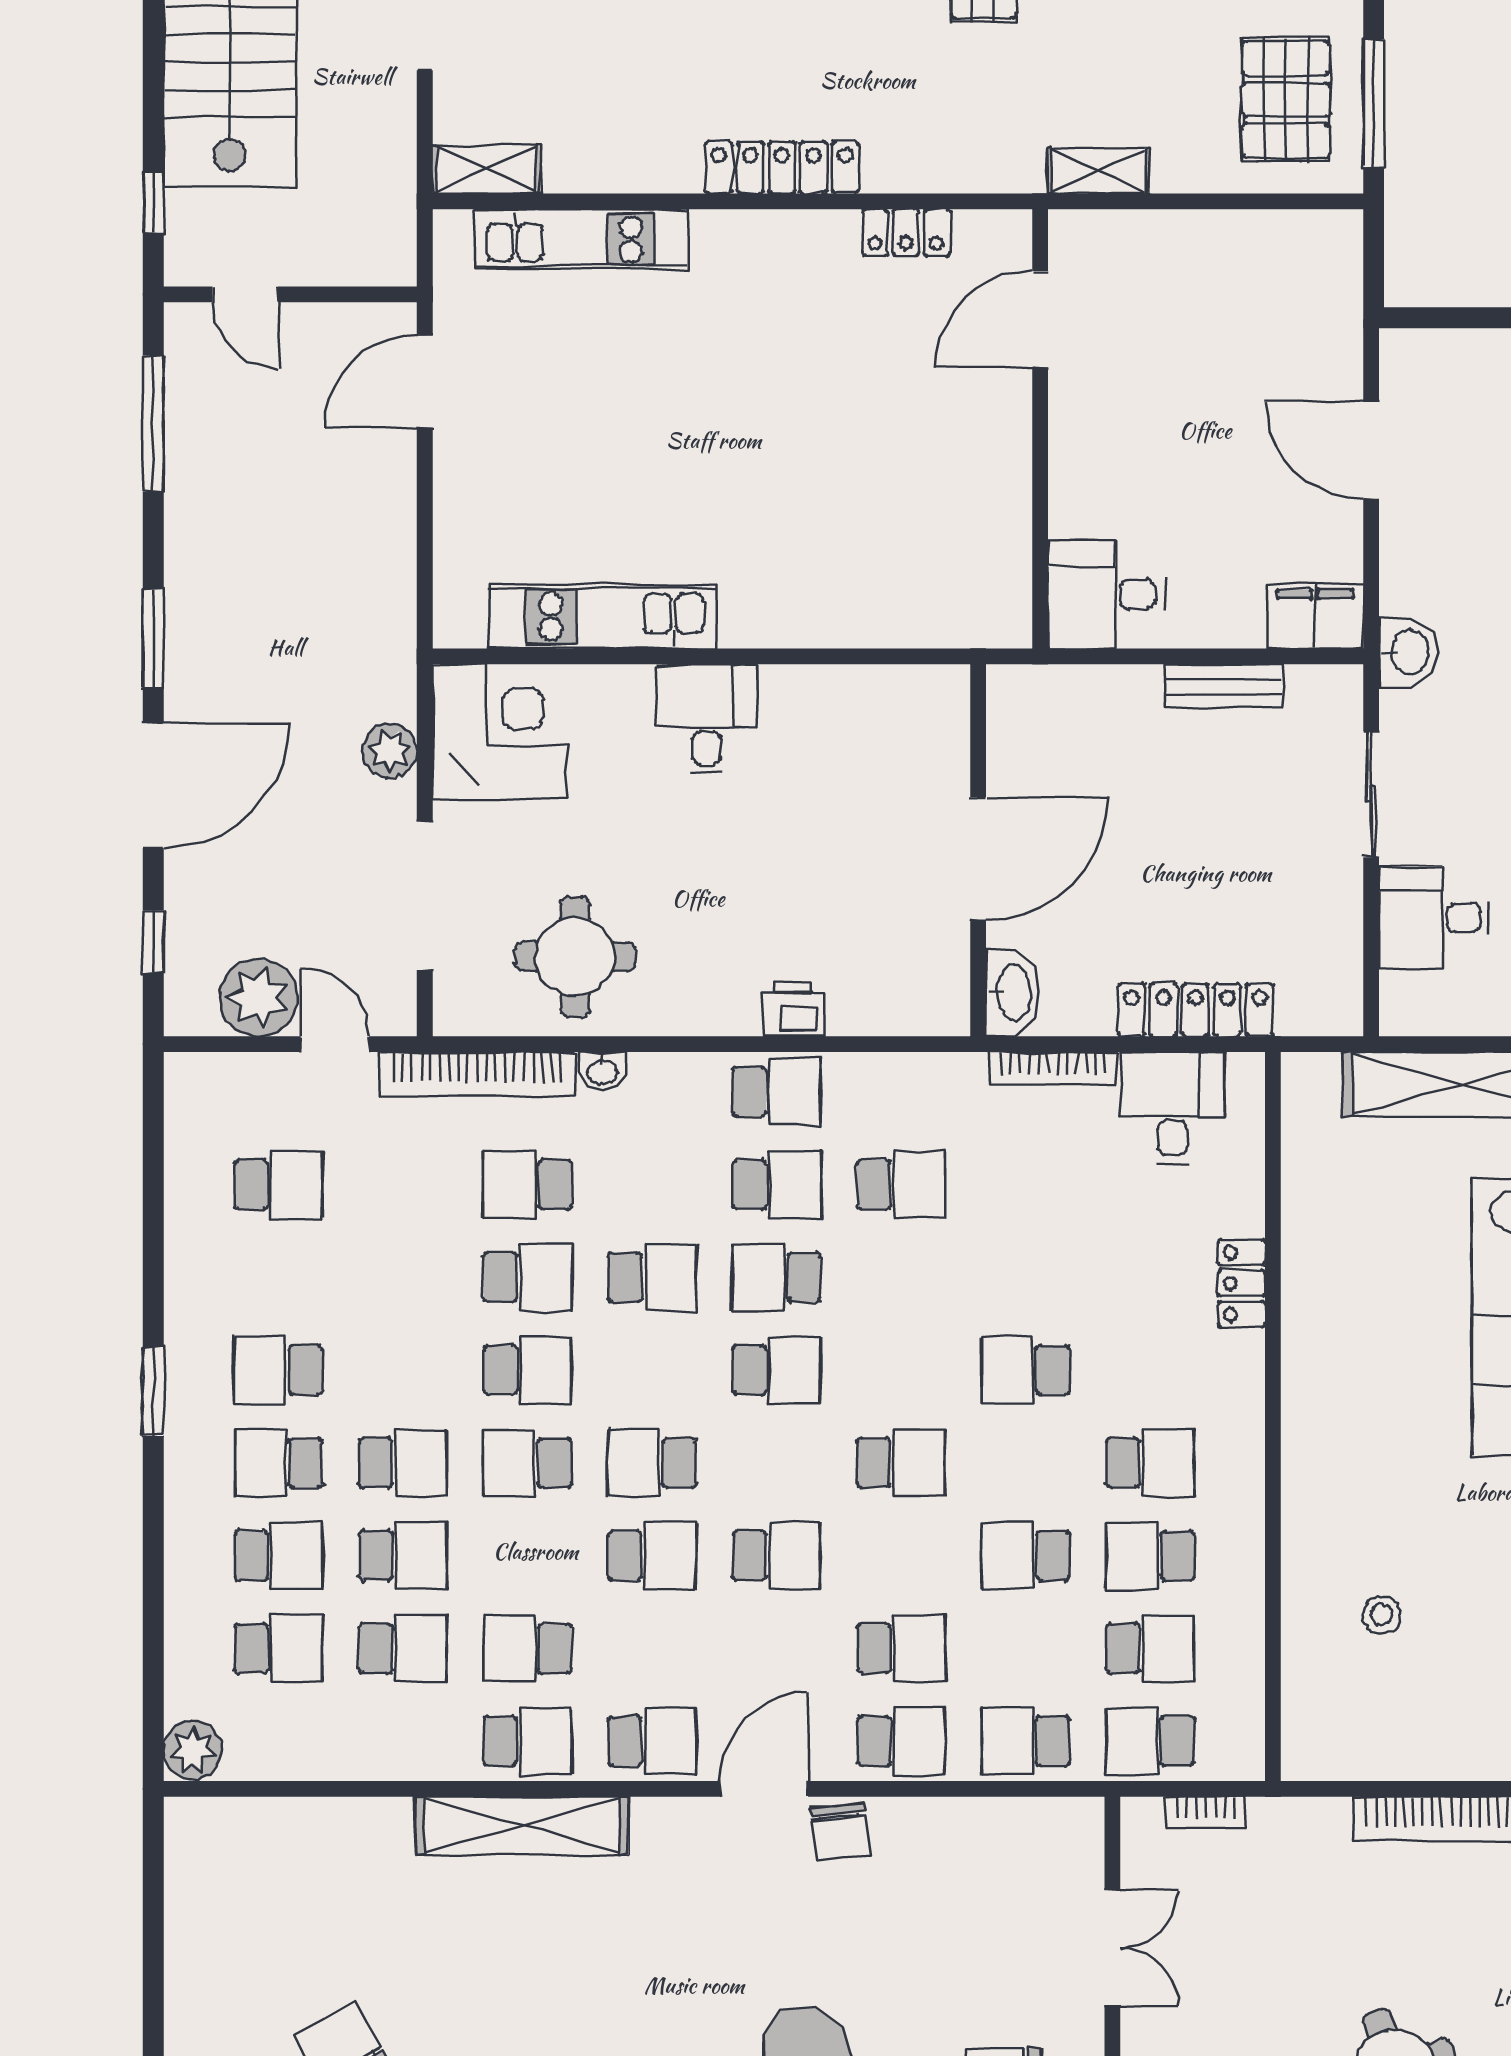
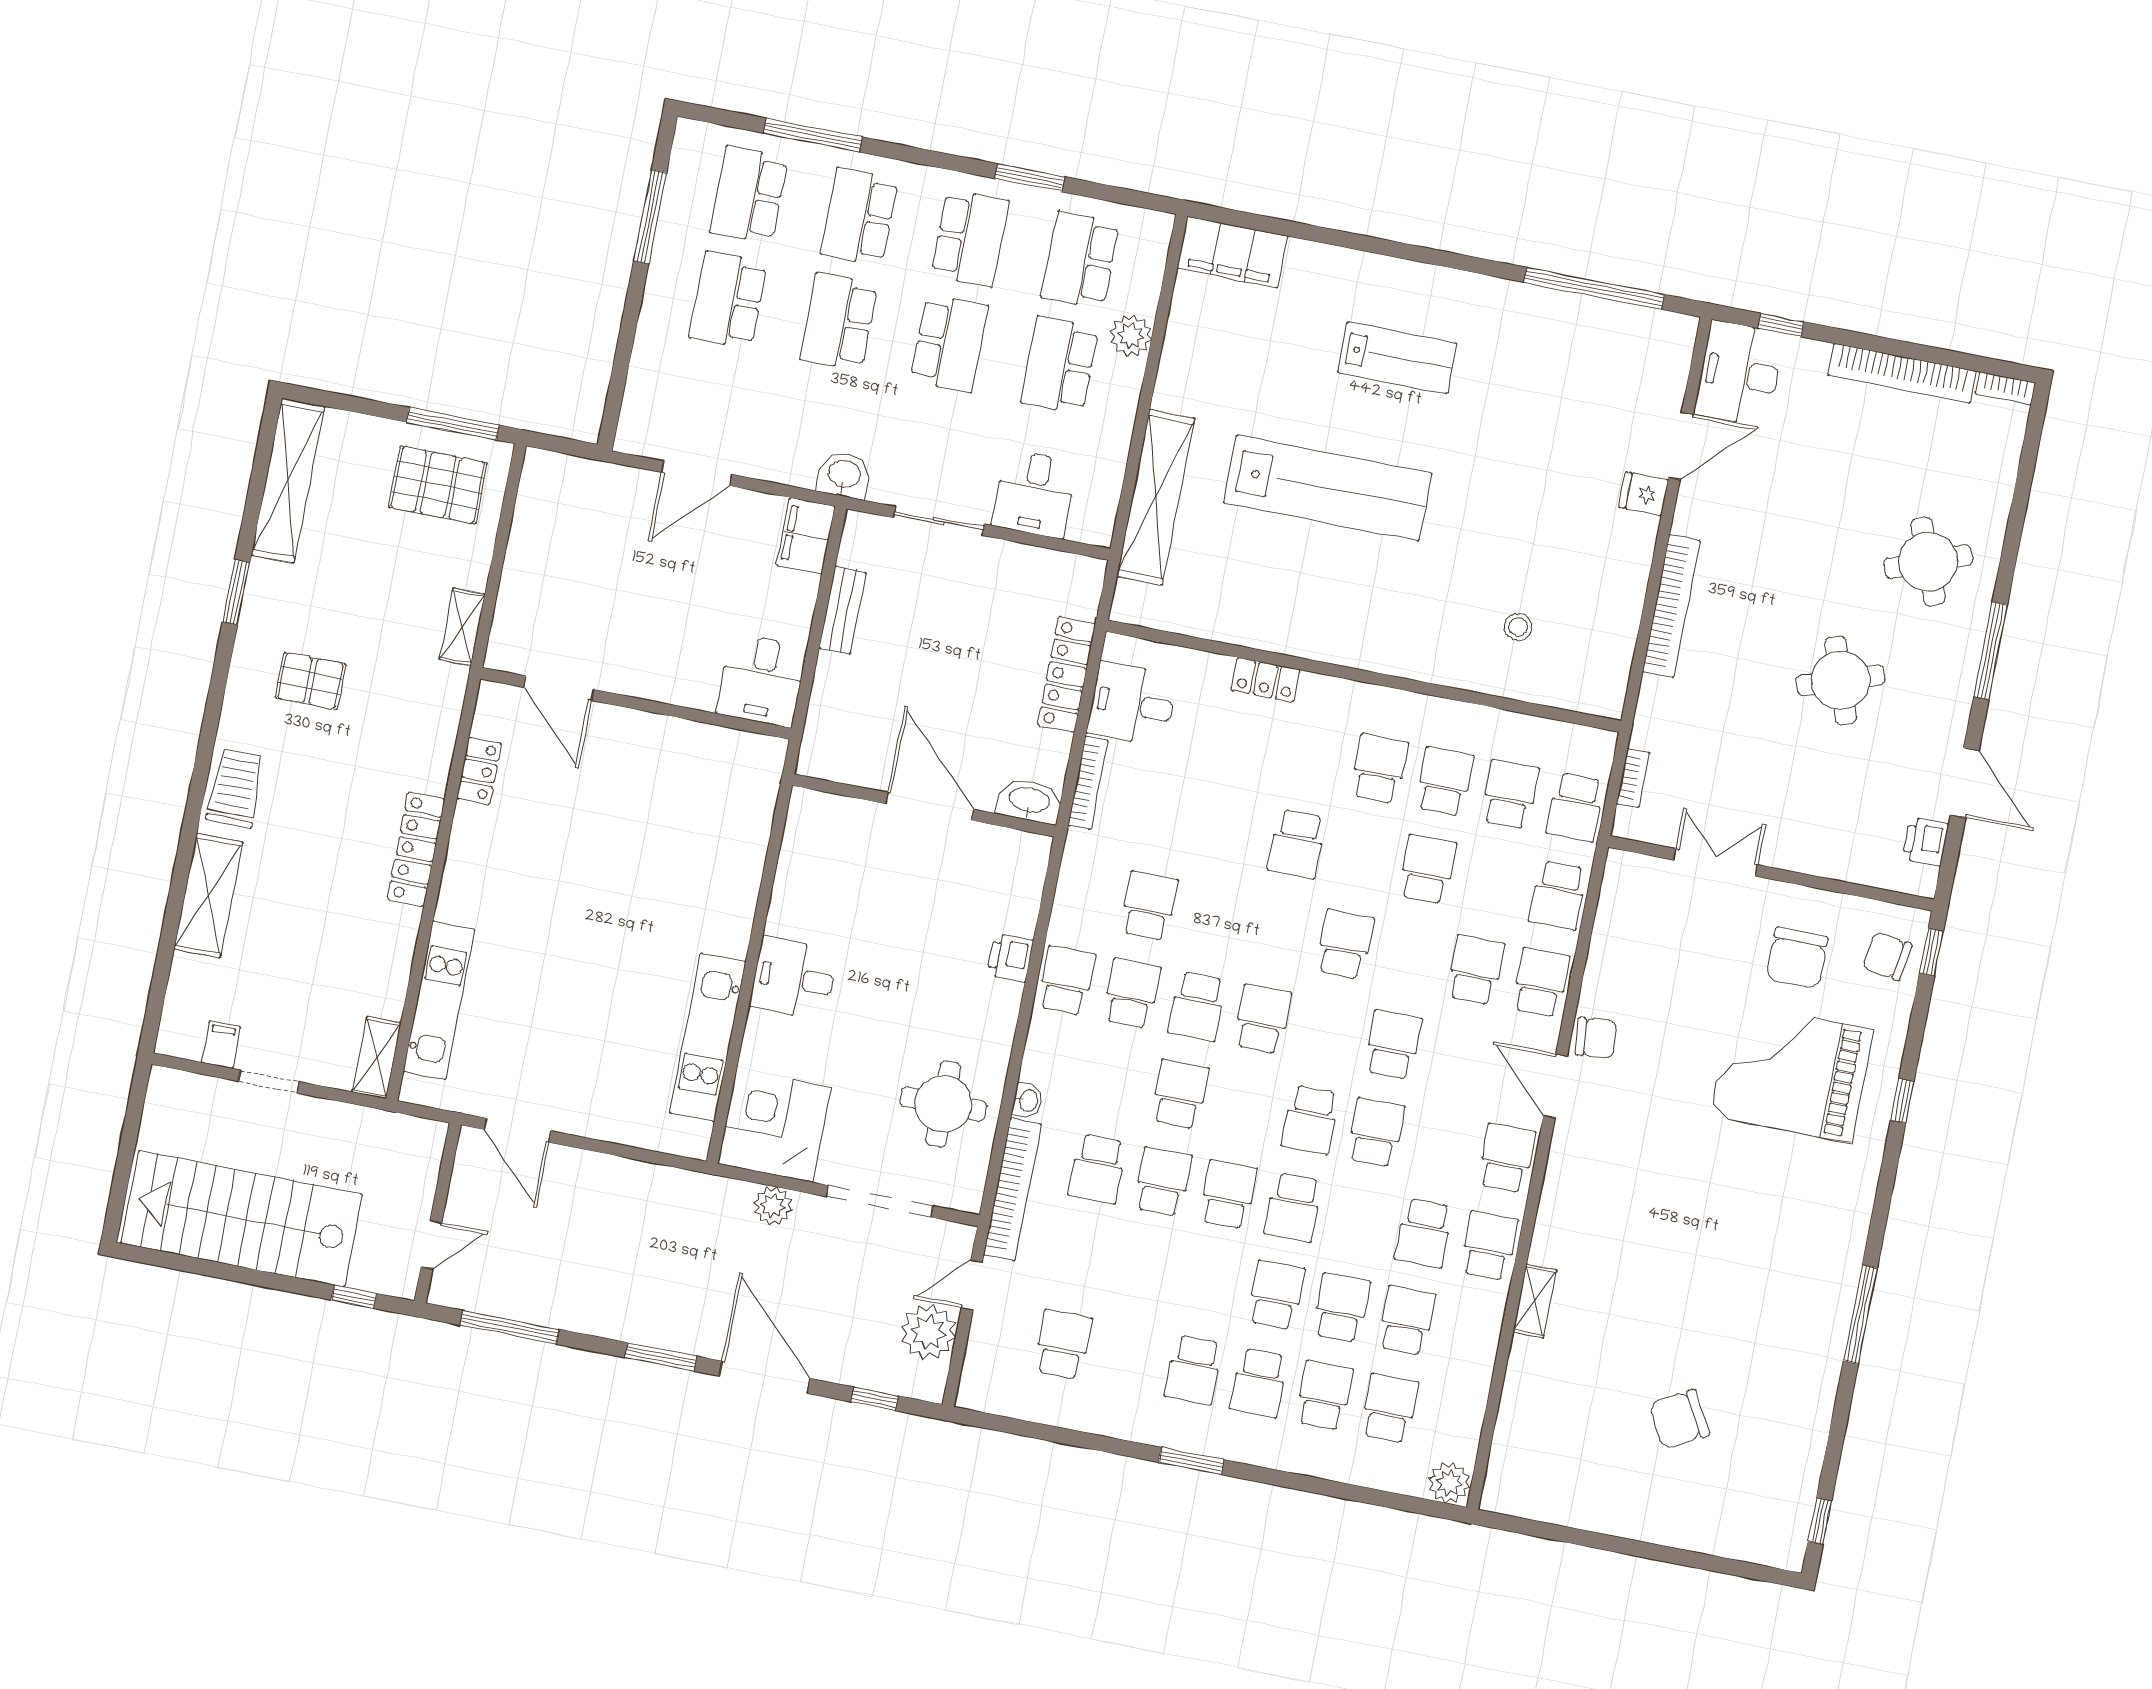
school desk: (1026, 1556) -> (1427, 869), turned 180
school desk: (1150, 1556) -> (1445, 782), turned 180
shelving: (522, 1825) -> (1535, 1301), width x0.45, depth x0.75

